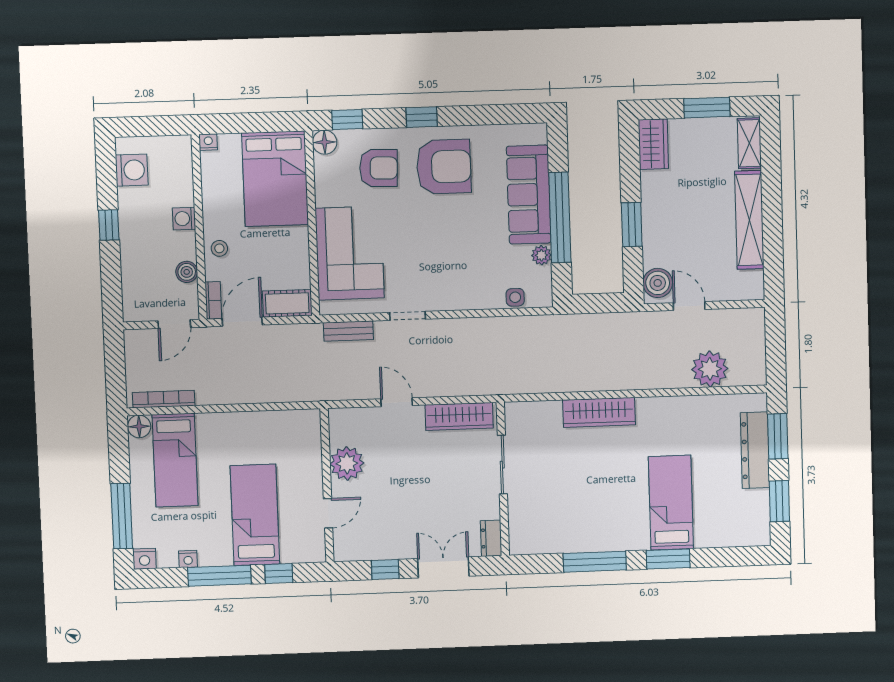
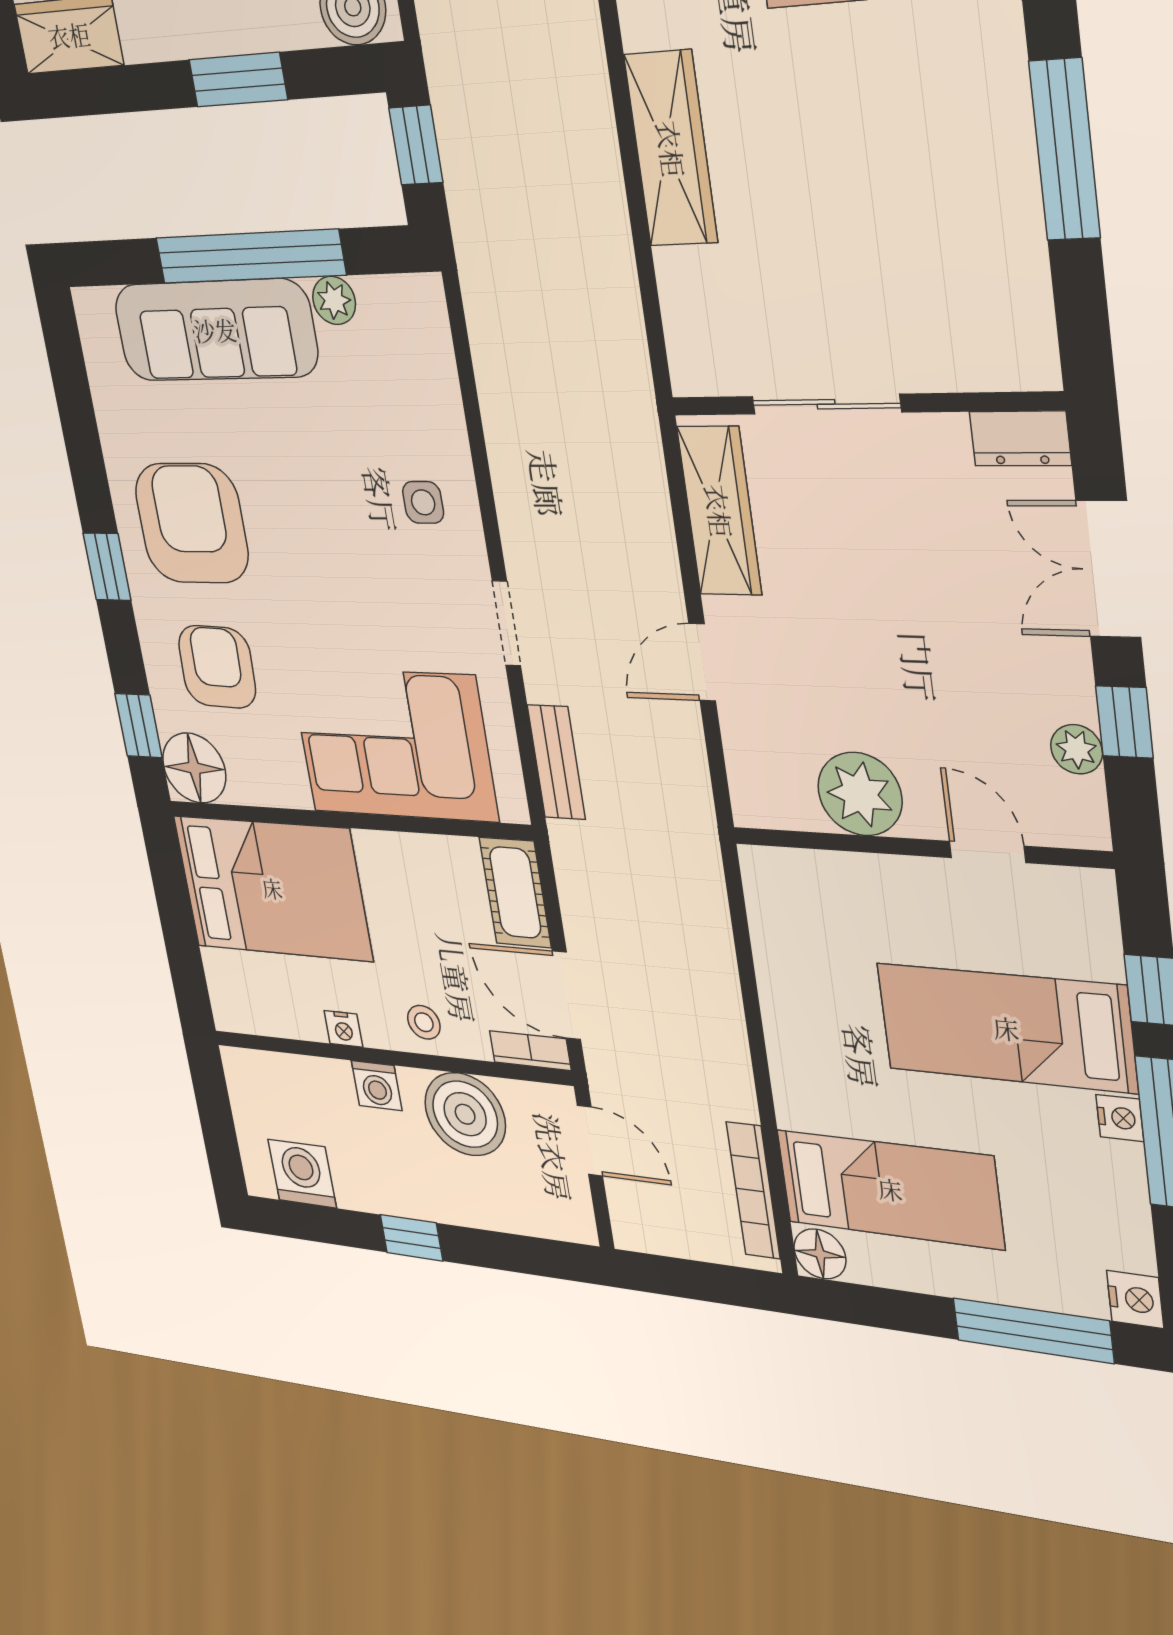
nightstand: (208, 142) -> (343, 1029), moved, turned -90
floor lamp: (325, 142) -> (194, 768), width x1.38, depth x1.38
boiler: (187, 272) -> (465, 1114), width x1.86, depth x1.86
side table: (515, 297) -> (423, 502), moved
window: (603, 303) -> (416, 145), added
plant: (373, 551) -> (1077, 749), added
nightstand: (188, 559) -> (1120, 1118), moved

